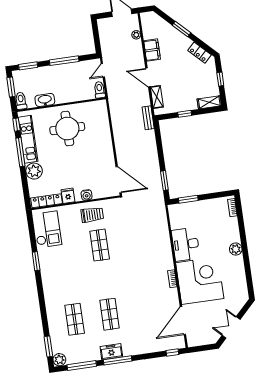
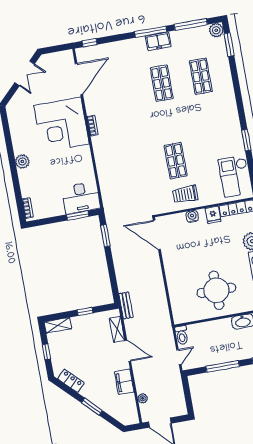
desk: (186, 244) -> (81, 198), moved, turned 90

